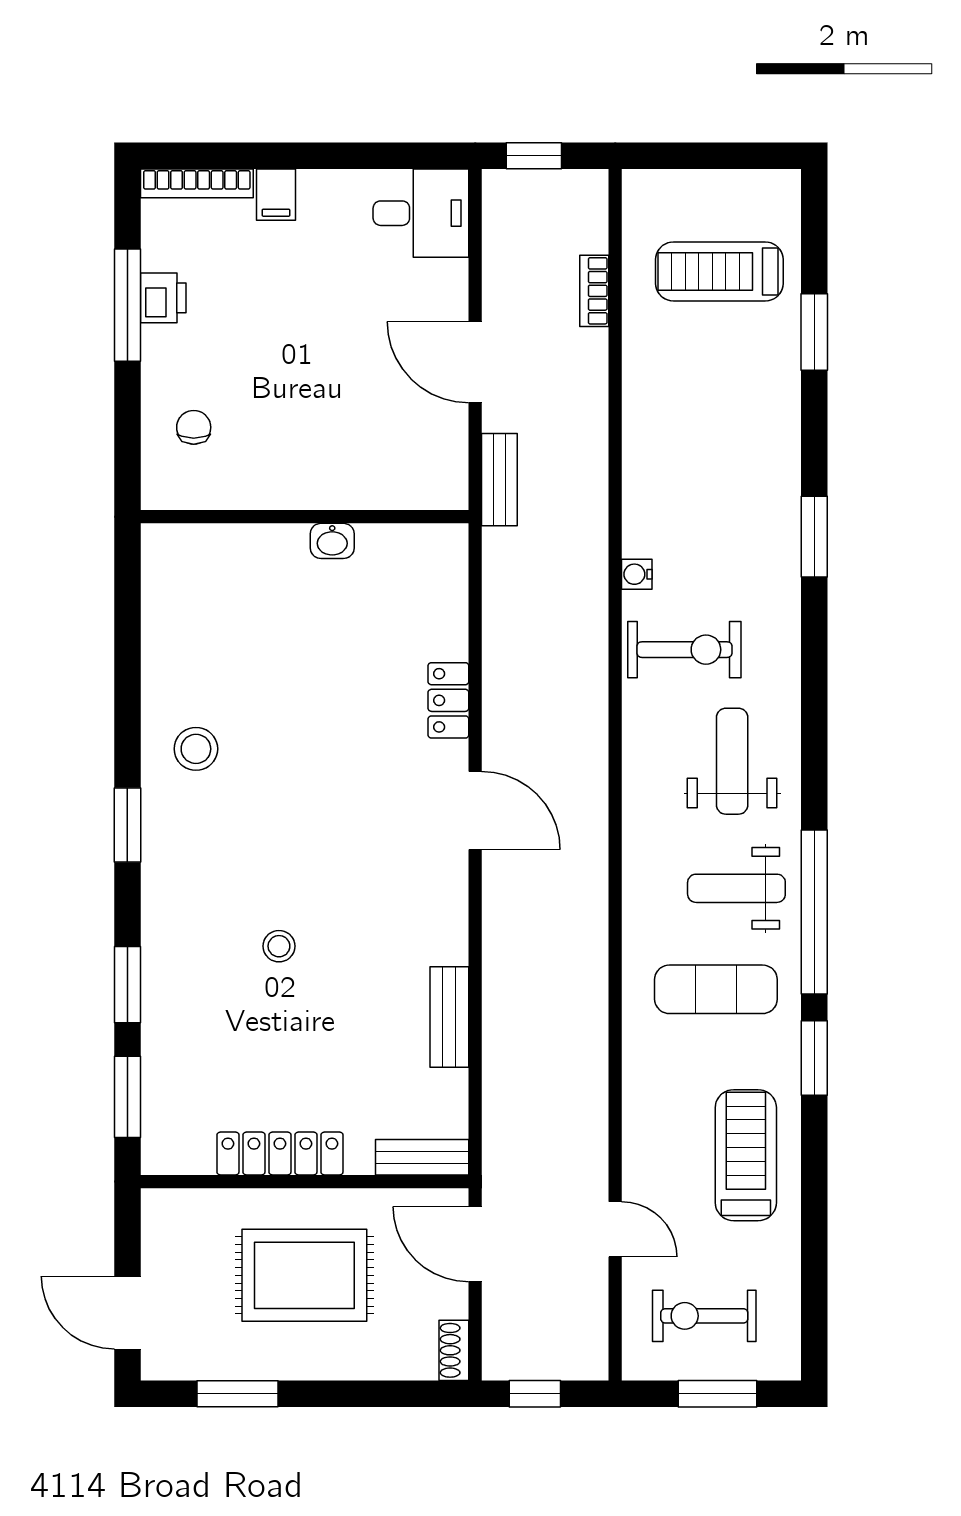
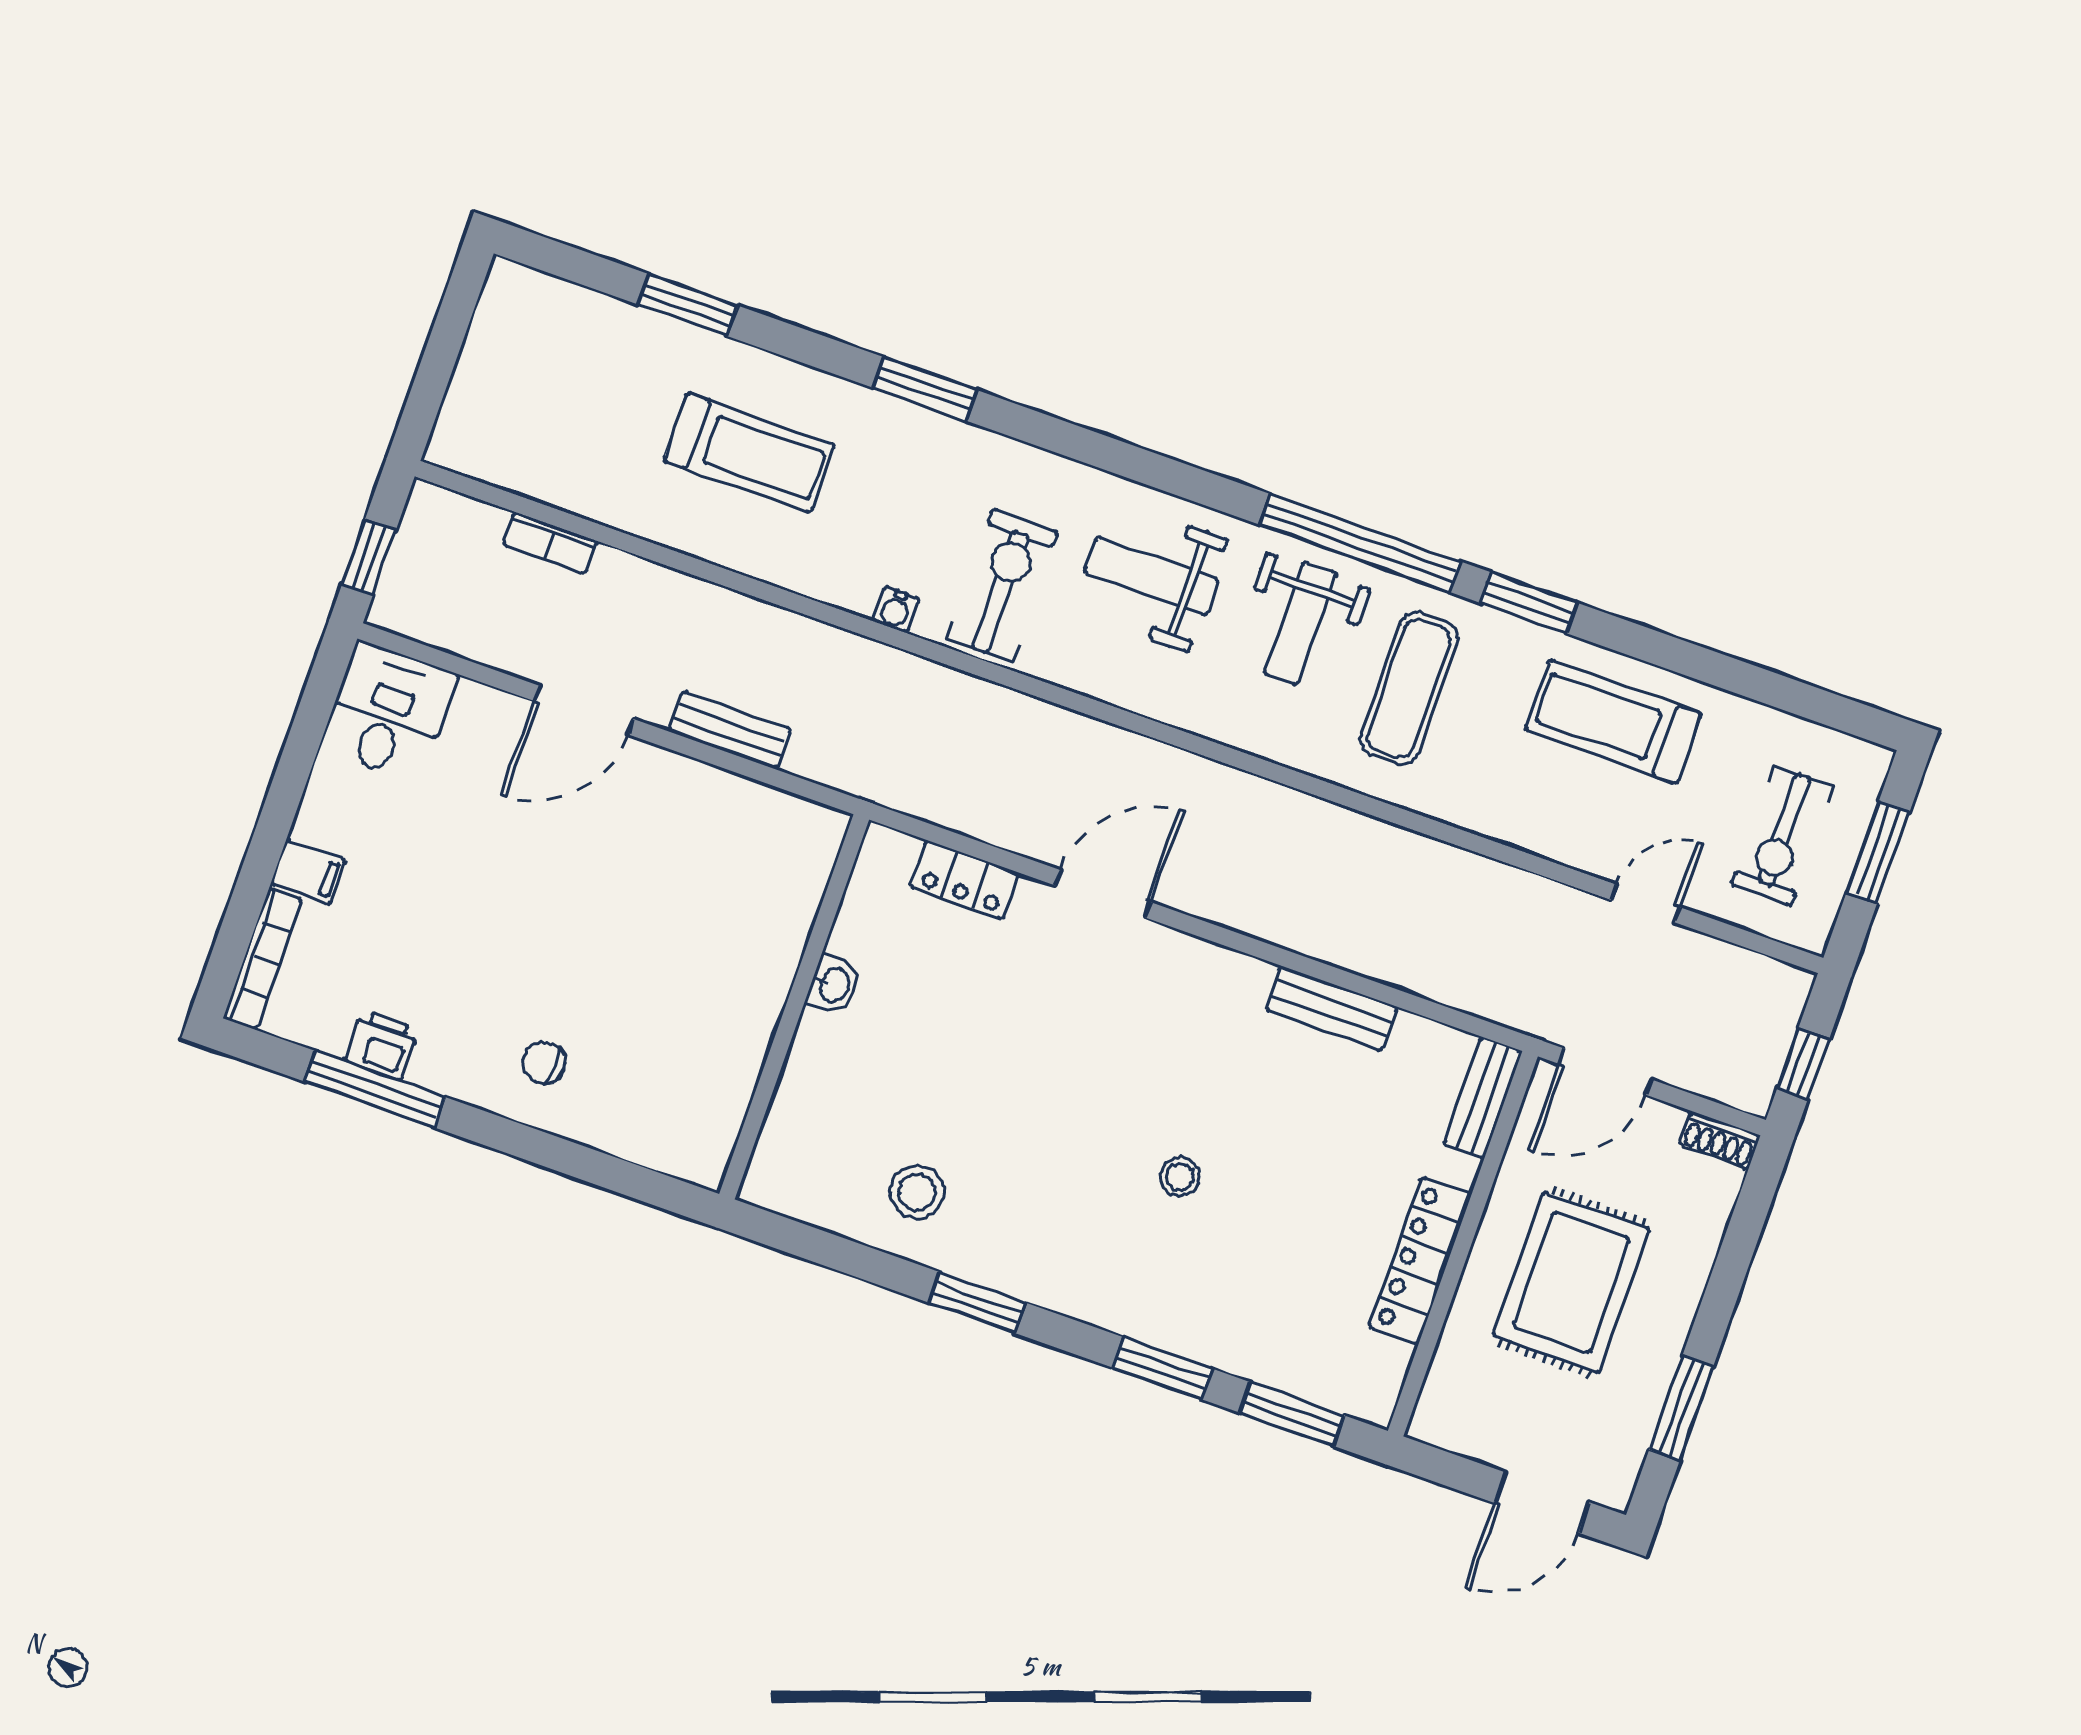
treadmill: (719, 271) -> (749, 453), moved, turned -90
wall: (305, 517) -> (794, 1007), moved
washbasin: (332, 541) -> (834, 985), moved

